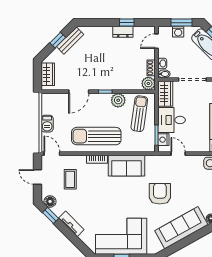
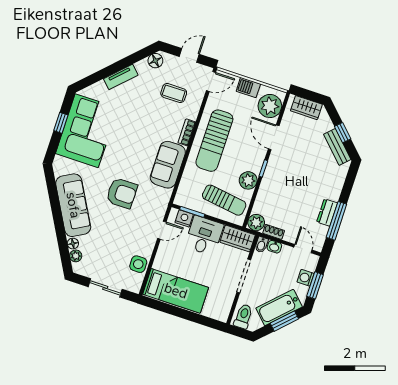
window: (127, 23) -> (336, 221), width x2.17
plant: (56, 103) -> (270, 106), added
sun lounger: (96, 136) -> (214, 141), turned 180
window: (51, 215) -> (139, 56), removed

